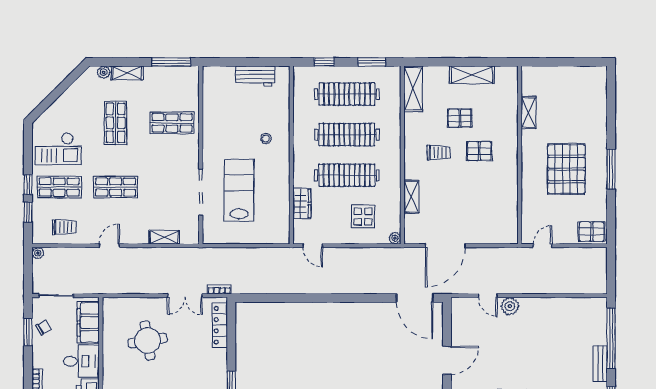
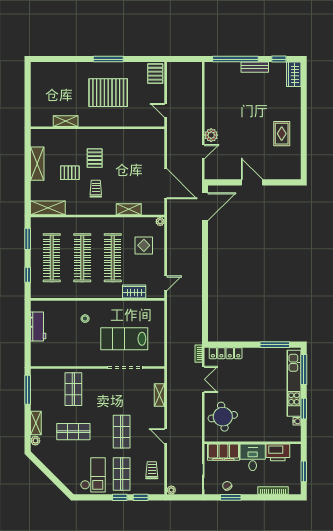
pallet: (460, 118) -> (70, 173), turned 90
round table: (148, 341) -> (223, 417), moved

